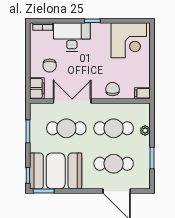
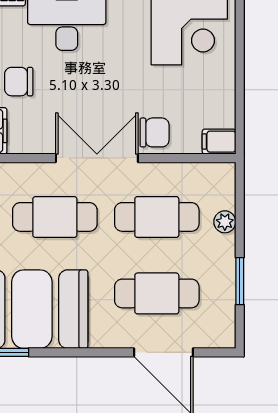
chair: (50, 66) -> (19, 82), turned 90
chair: (113, 89) -> (155, 132), turned 90
double door: (72, 101) -> (97, 158), moved

